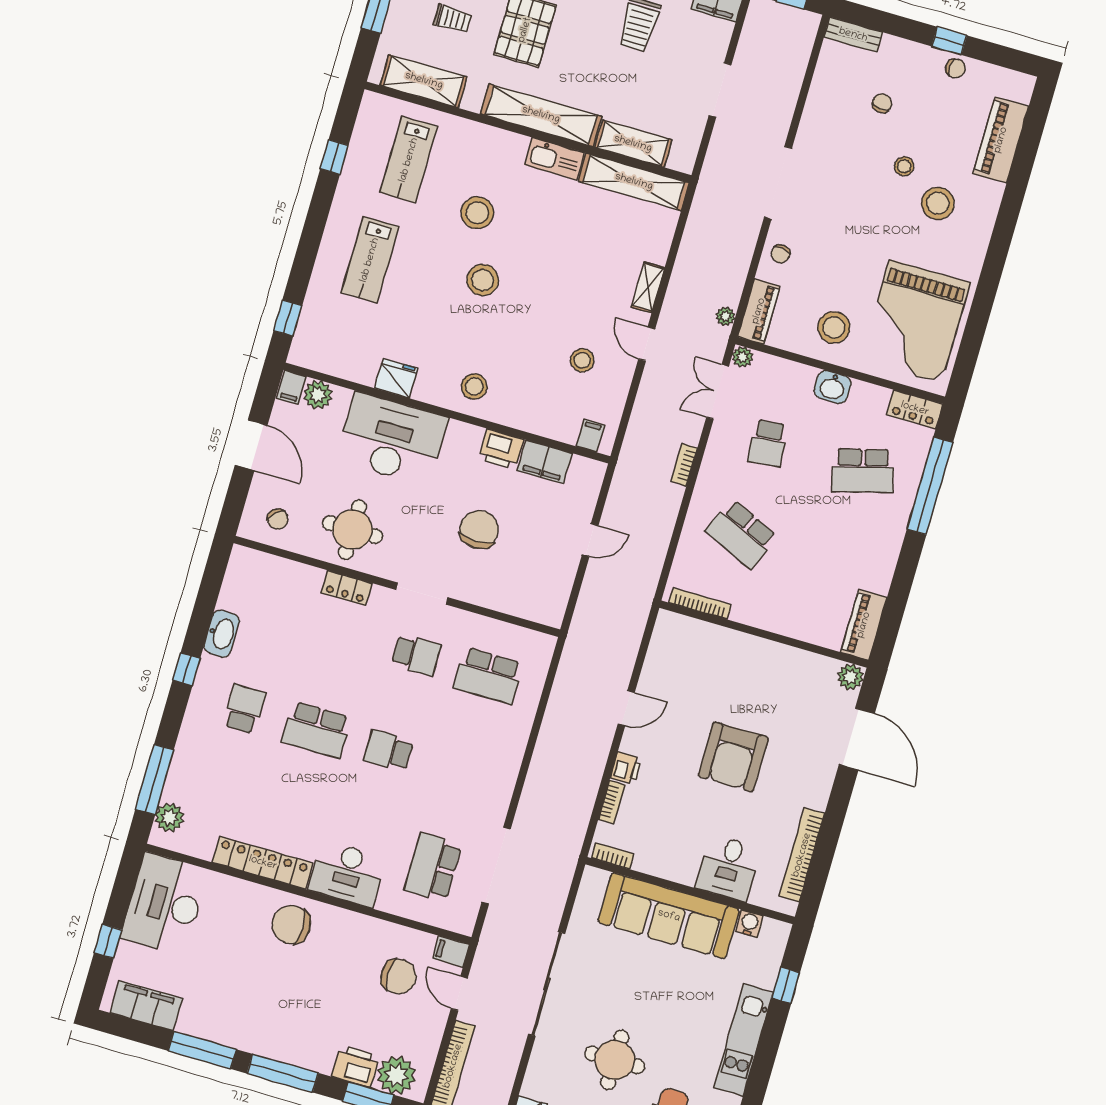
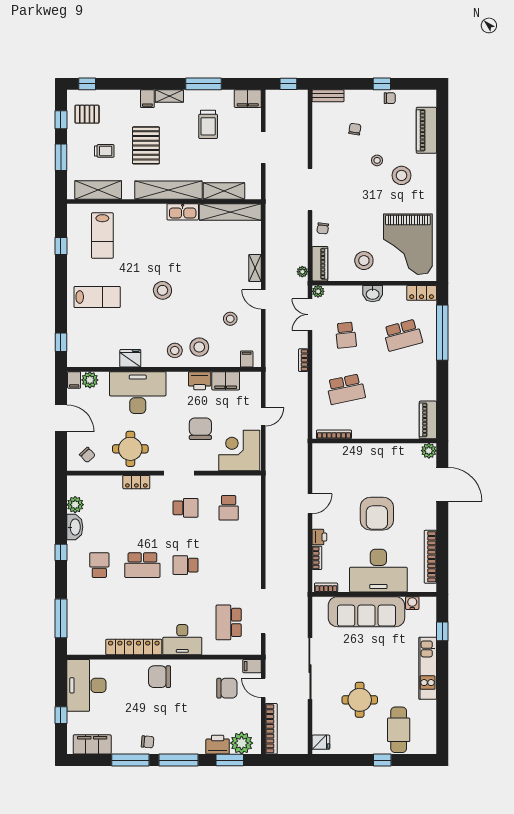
stool: (477, 213) -> (199, 347), moved
lab bench: (370, 260) -> (97, 297), turned -90
school desk: (741, 534) -> (346, 389), turned -36
corner desk: (534, 585) -> (239, 451), added
school desk: (488, 676) -> (229, 508), width x0.54
plant: (169, 817) -> (75, 505), moved
desk: (728, 868) -> (378, 571), width x1.87, depth x1.30
chair: (240, 1028) -> (148, 742), added

